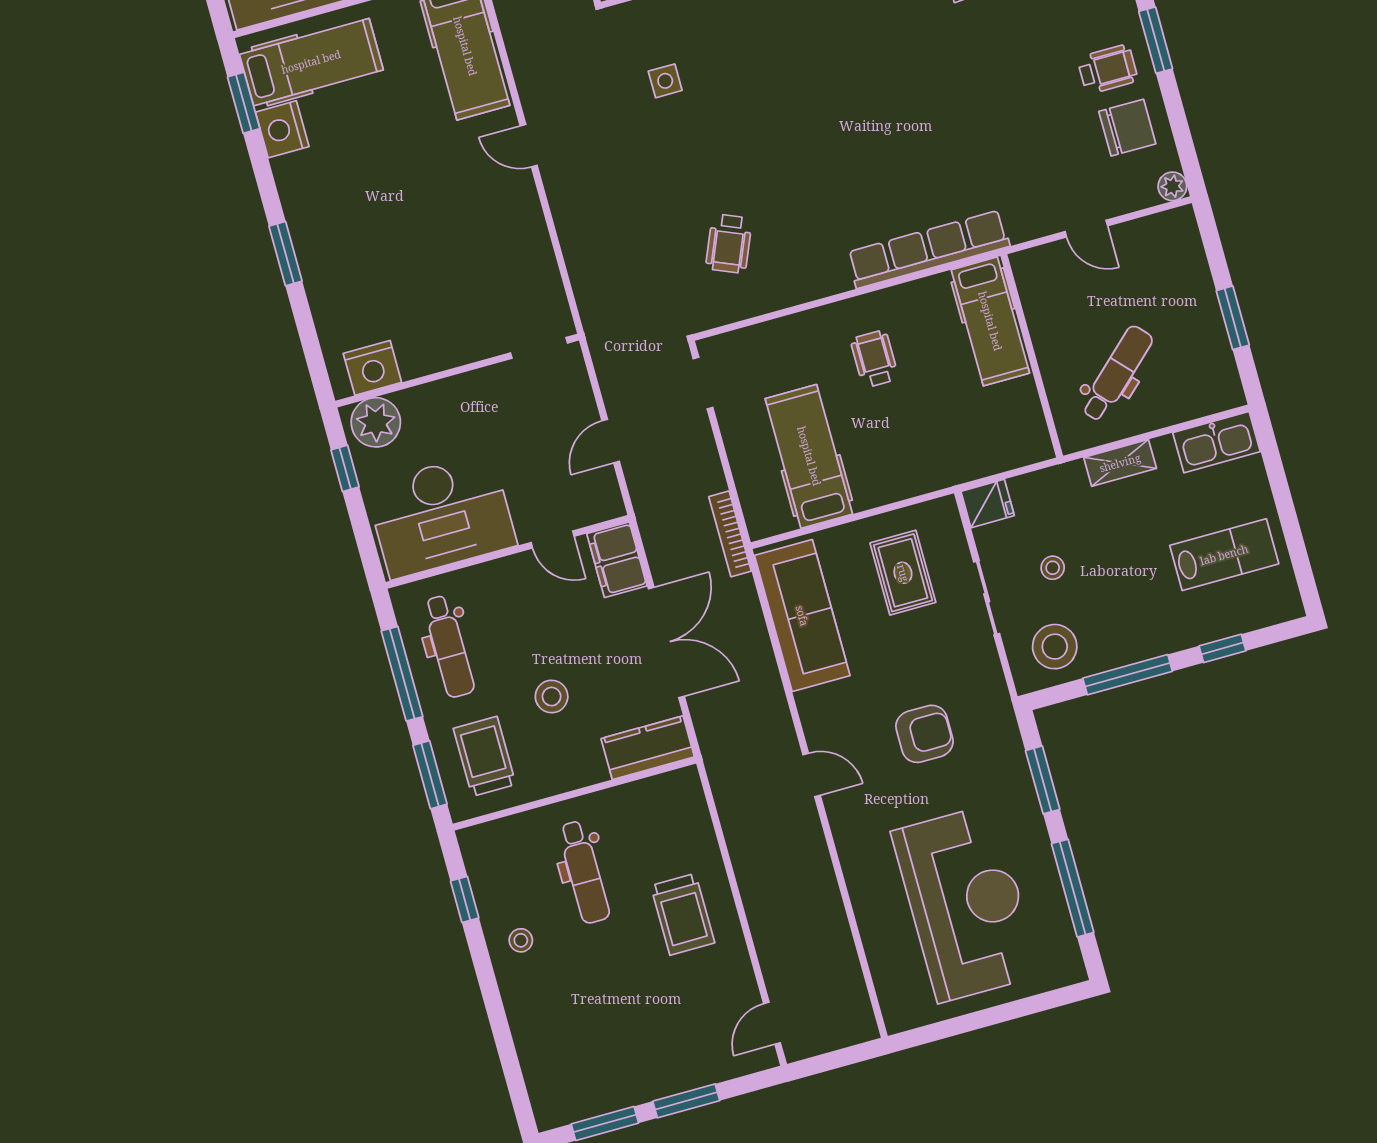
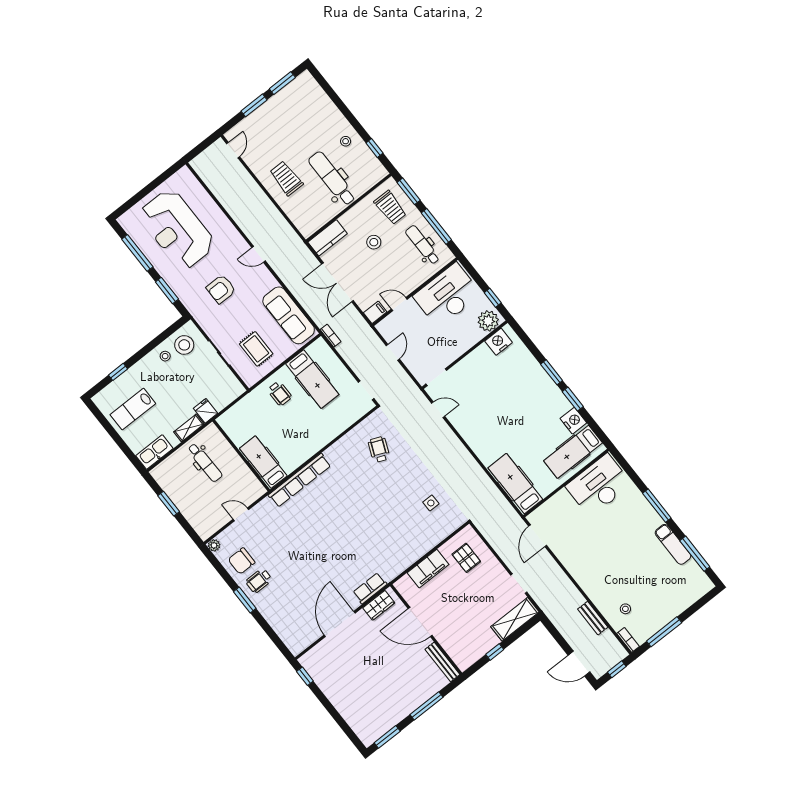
window: (244, 103) -> (573, 399), moved
door: (529, 146) -> (438, 410), moved
wheelchair: (874, 359) -> (280, 393), moved
dental chair: (1117, 374) -> (205, 463), turned -48
fridge: (988, 504) -> (205, 411), moved, turned 90
bookcase: (730, 534) -> (330, 336), width x0.64
filing cabinet: (617, 560) -> (375, 312), width x0.50
stool: (1053, 568) -> (165, 356), moved
window: (1128, 675) -> (151, 346), removed
dental chair: (584, 872) -> (332, 178), width x1.36, depth x1.38

